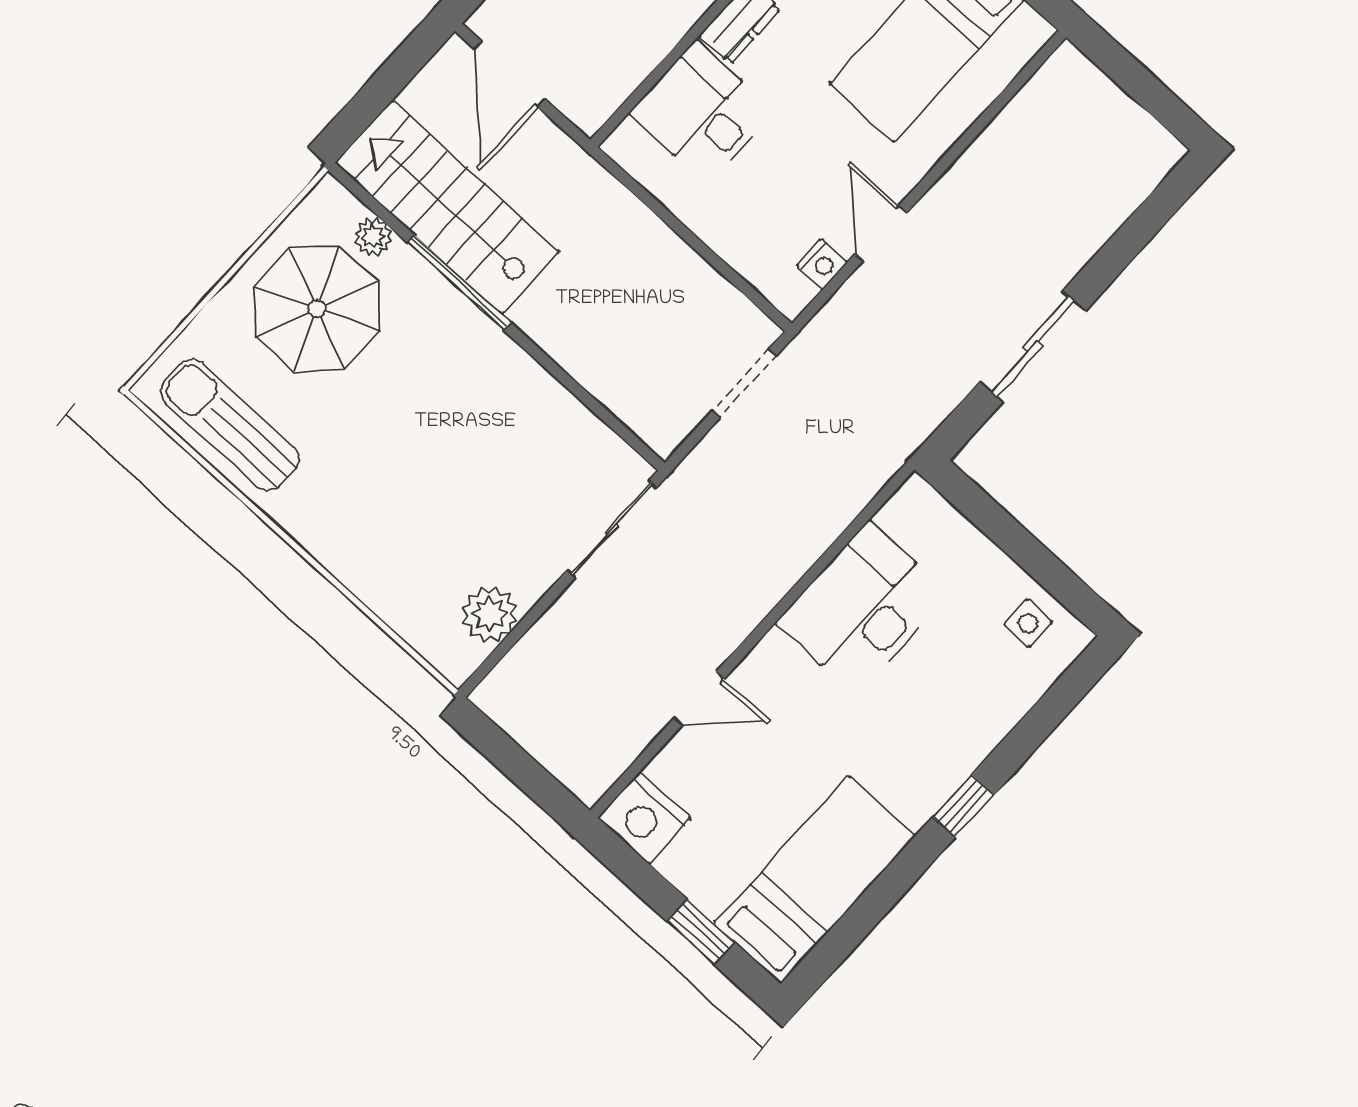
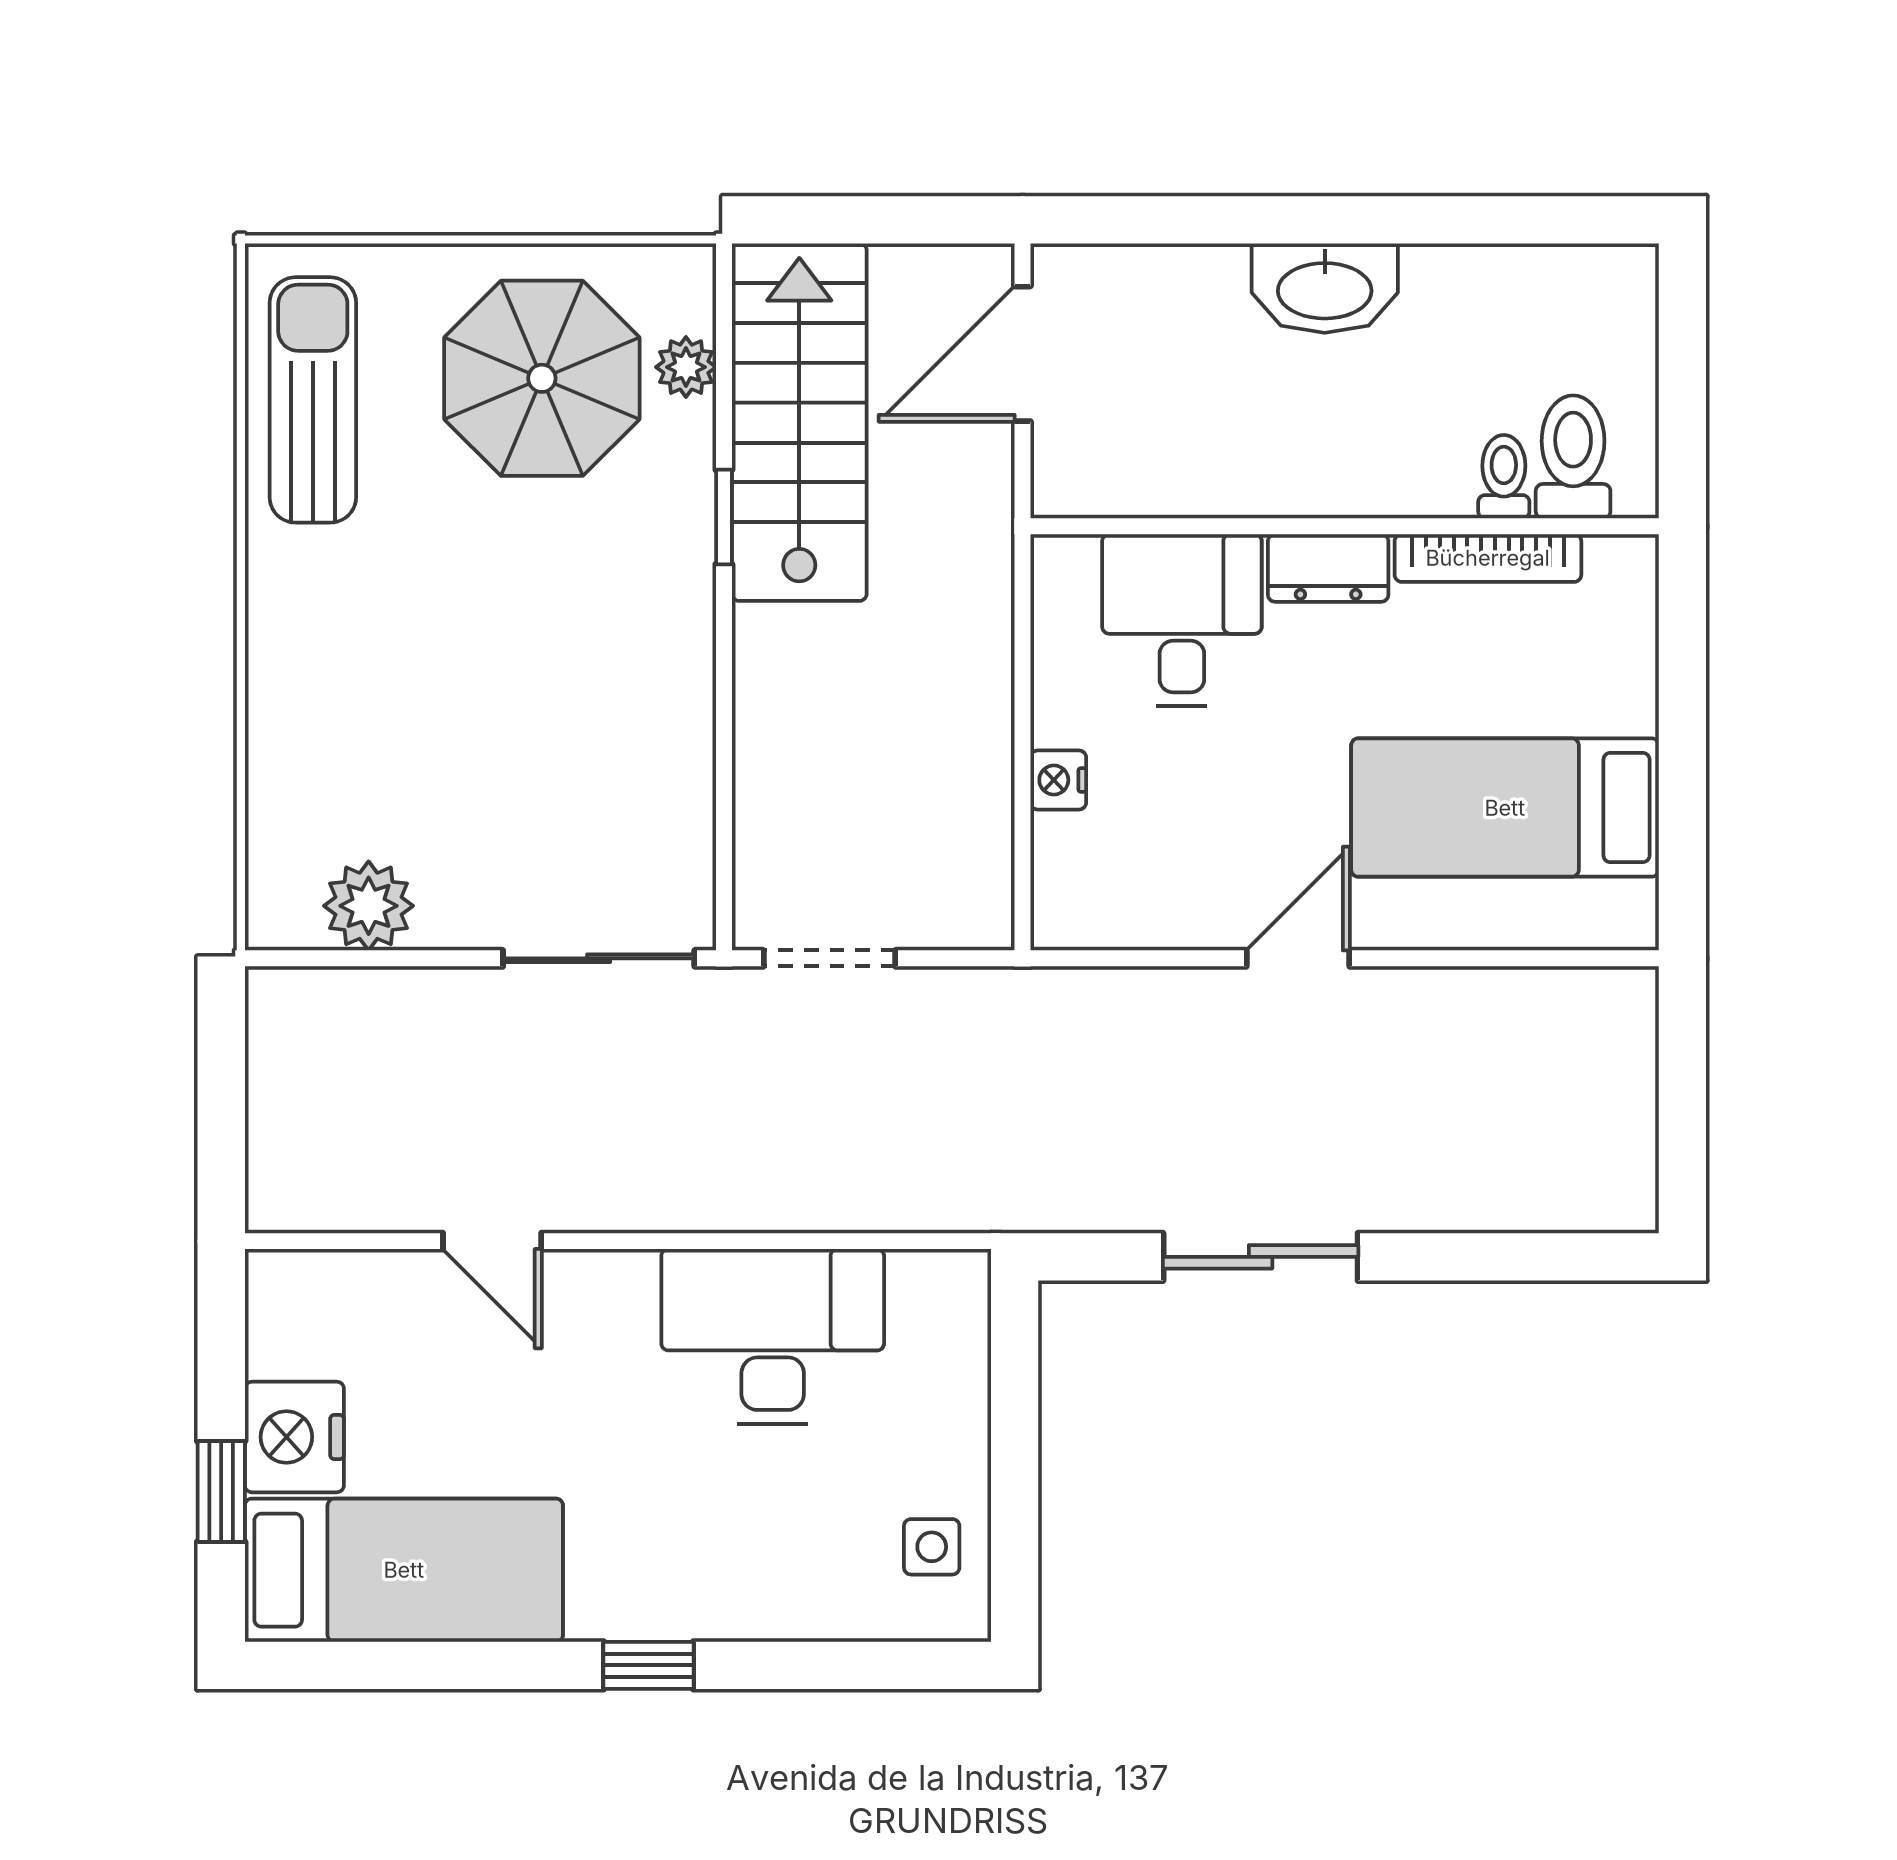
door: (881, 233) -> (1298, 958), moved
nightstand: (822, 264) -> (1058, 780), moved, turned 90
window: (459, 283) -> (724, 517), width x0.46
doorway: (744, 383) -> (829, 958), moved
nightstand: (644, 818) -> (294, 1437), moved

